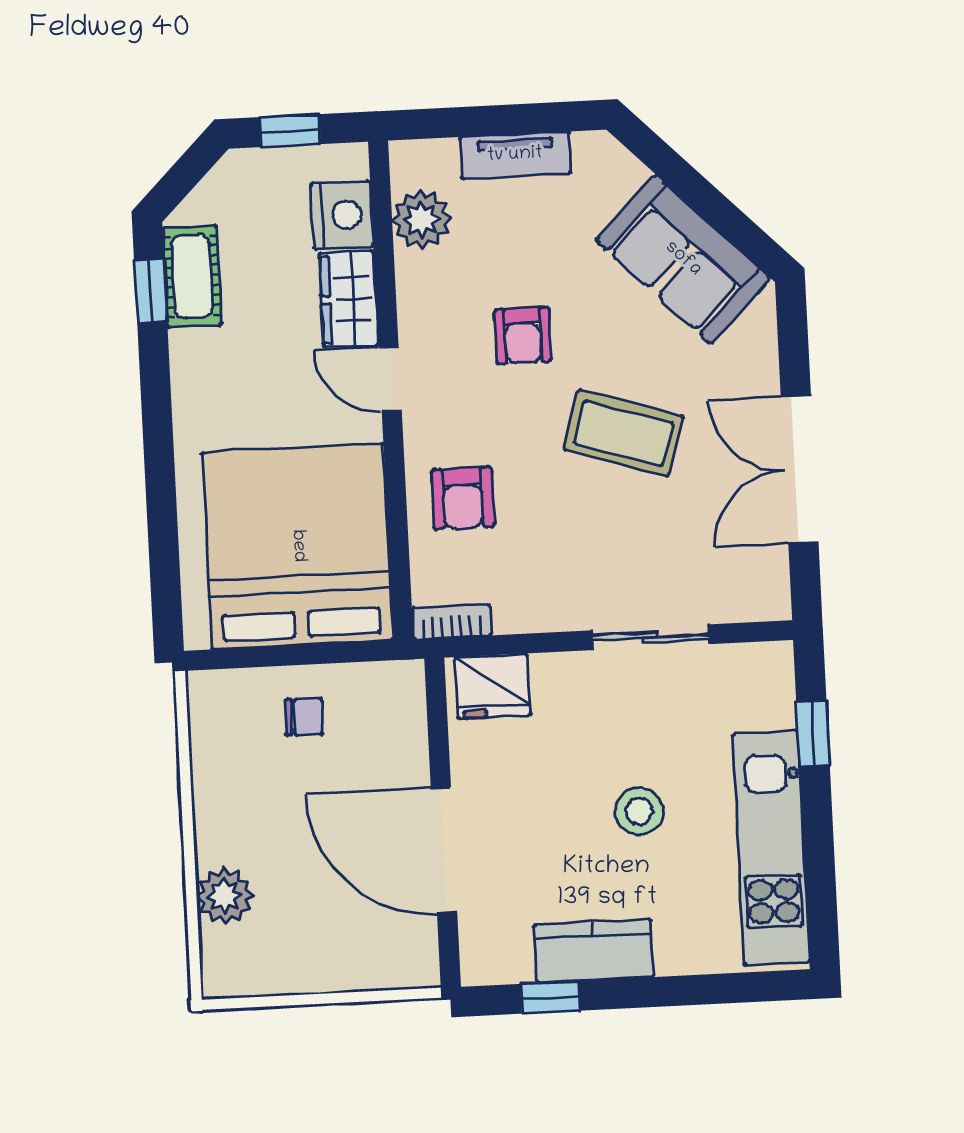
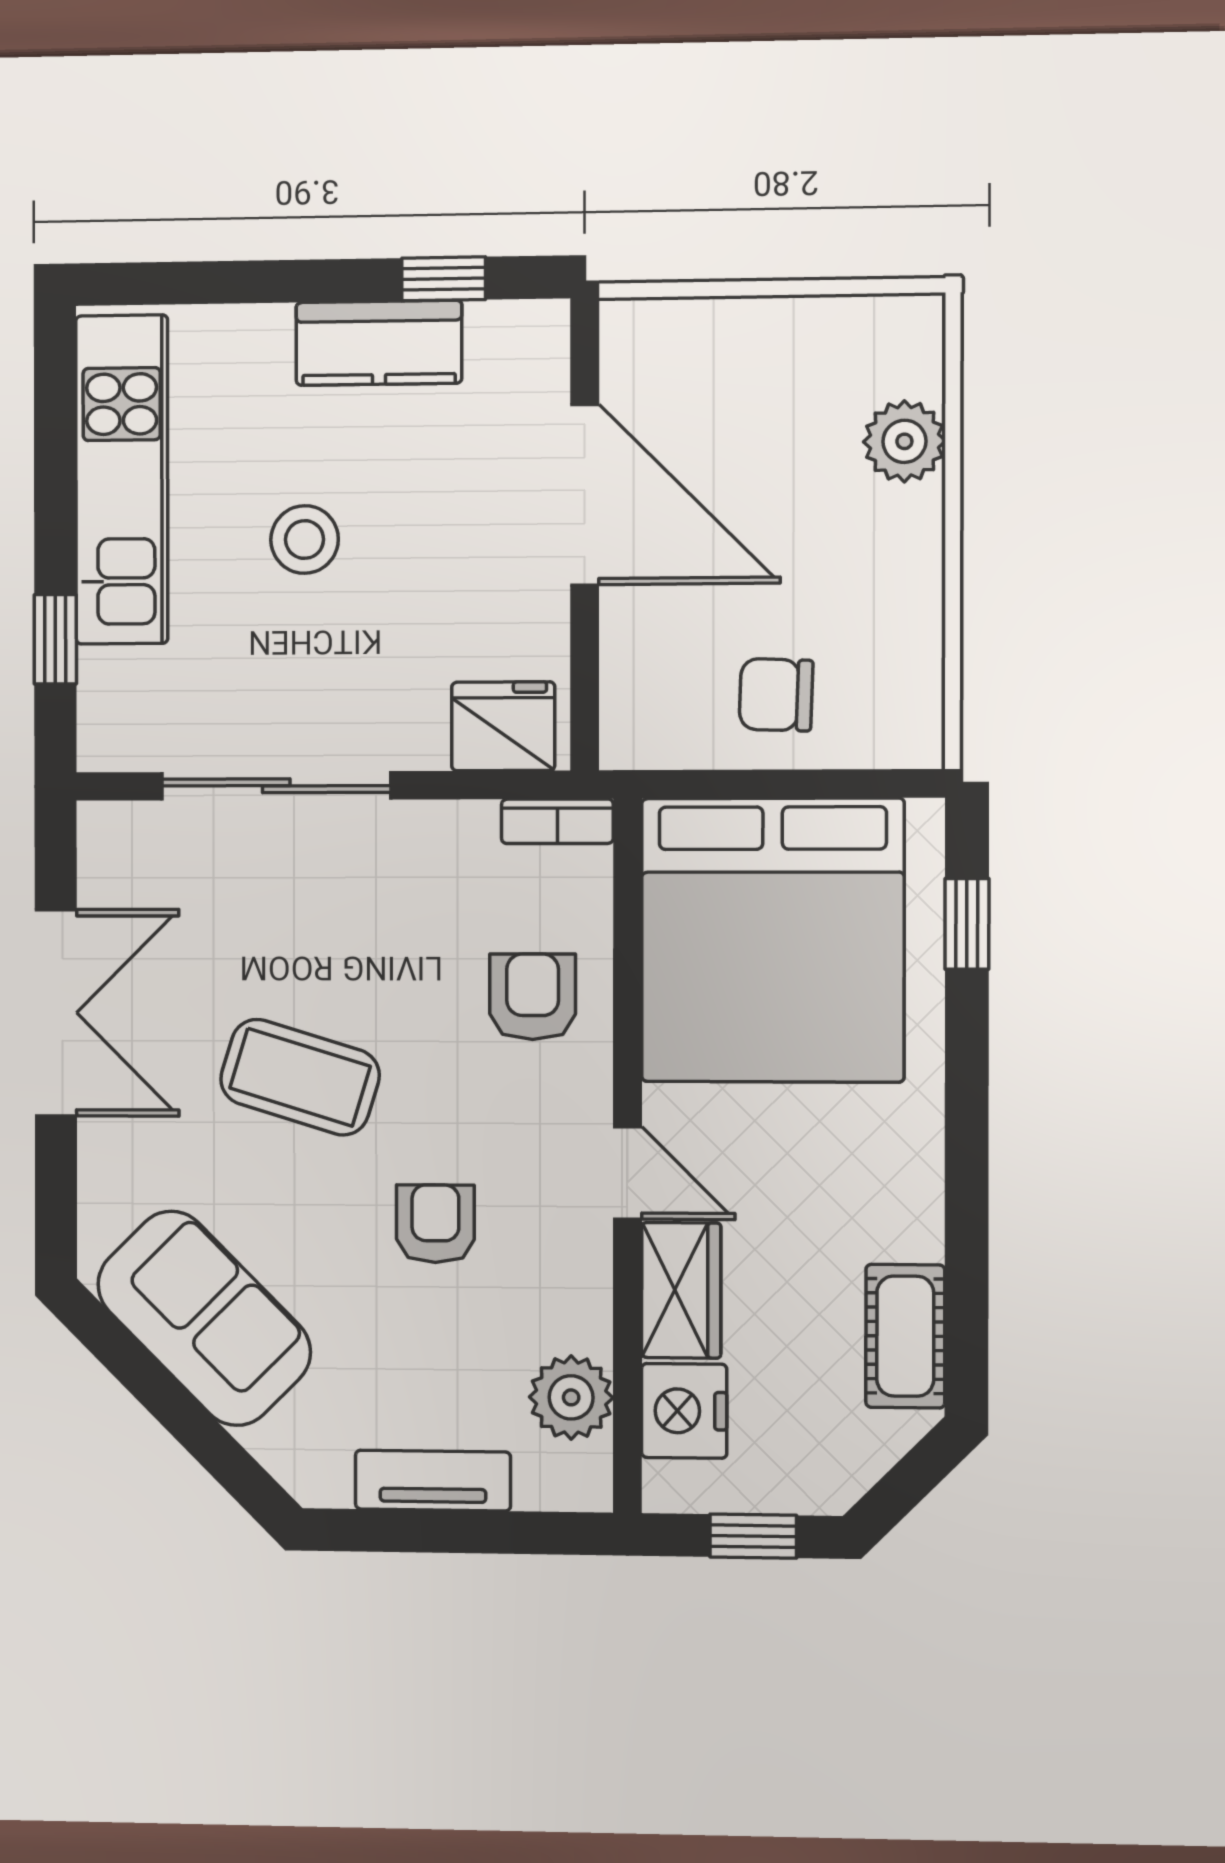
window: (151, 291) -> (967, 924), moved
sliding door: (651, 637) -> (276, 786), width x1.37
chair: (304, 717) -> (776, 695), width x1.37, depth x1.37

